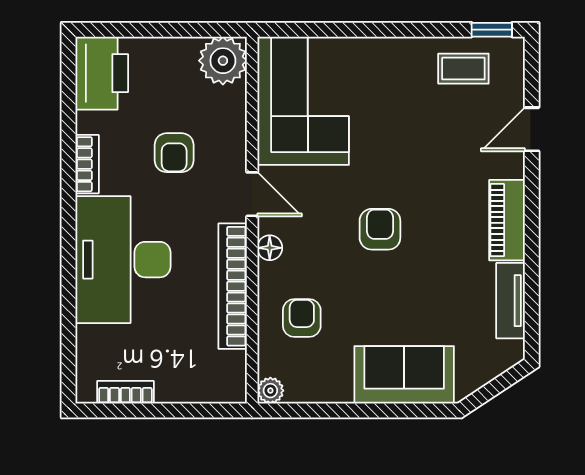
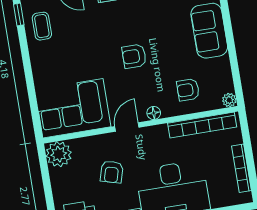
armchair: (174, 153) -> (112, 172), turned 106
bookcase: (233, 286) -> (202, 125), moved
bookcase: (125, 392) -> (241, 168), width x1.56

